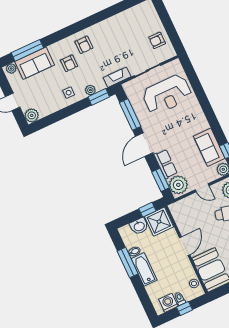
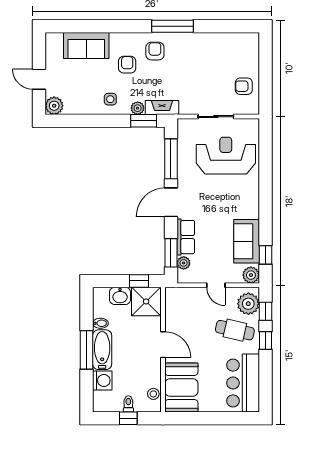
armchair: (84, 45) -> (155, 51), turned 180
window: (27, 50) -> (173, 26), moved
armchair: (69, 63) -> (127, 65), turned 180
plant: (11, 69) -> (56, 39), removed
fireplace: (117, 77) -> (162, 108), moved
reception desk: (167, 94) -> (226, 156), turned 180
plant: (178, 185) -> (184, 263), width x0.53, depth x0.53
door: (185, 246) -> (163, 345), hinge flipped
window: (128, 263) -> (87, 350), moved
washing machine: (168, 303) -> (102, 380), moved, turned 90

